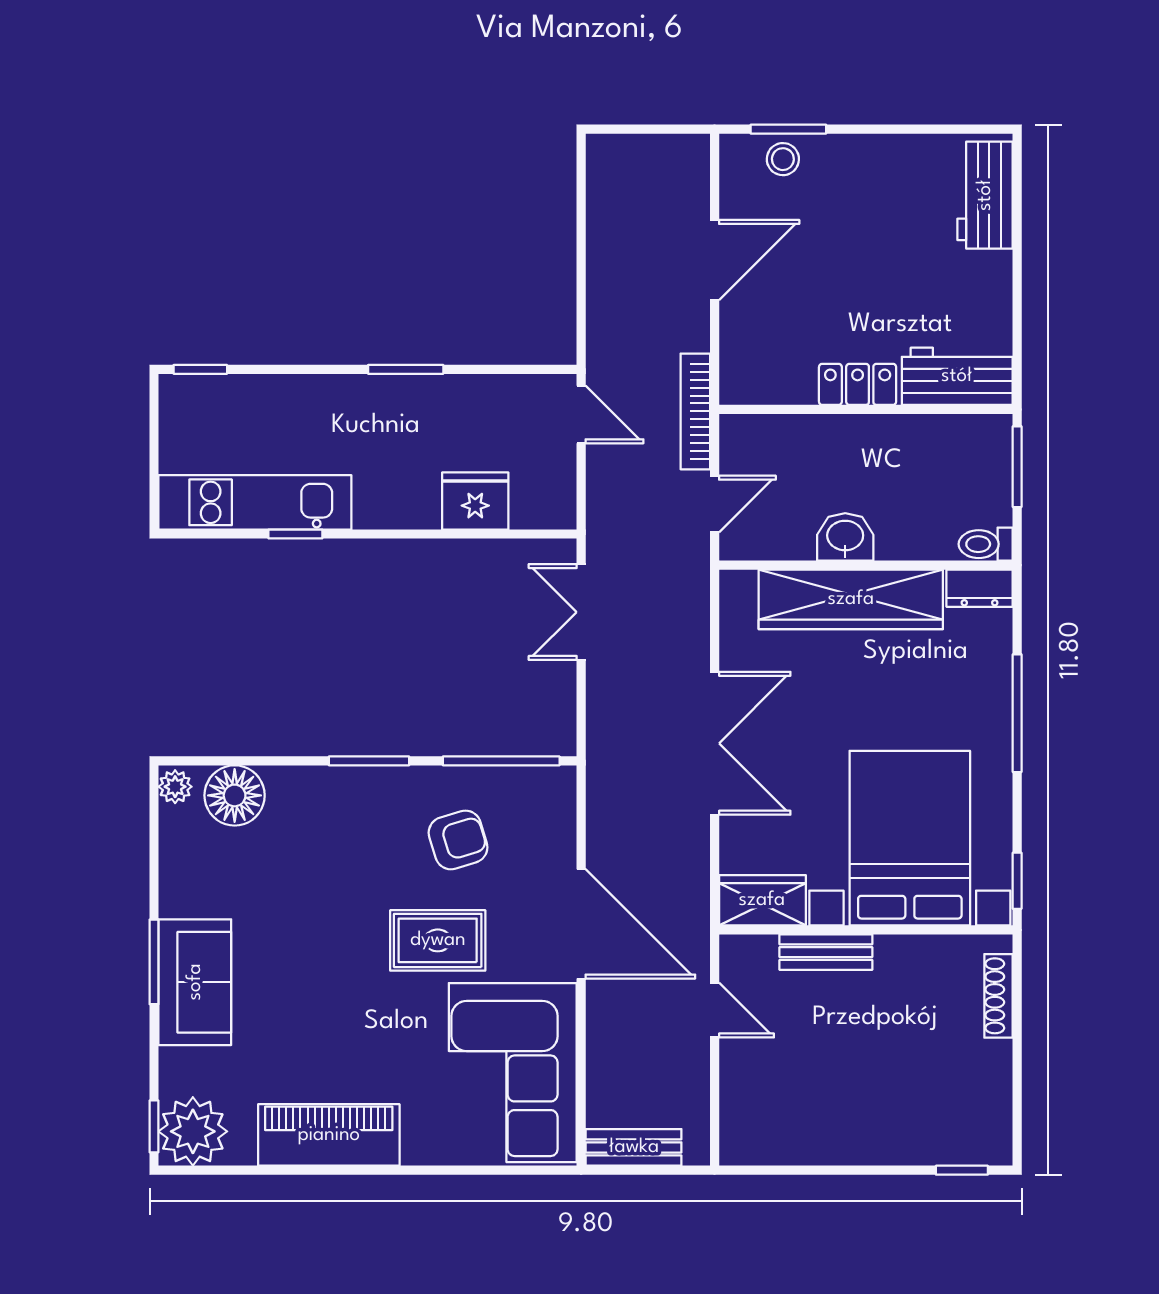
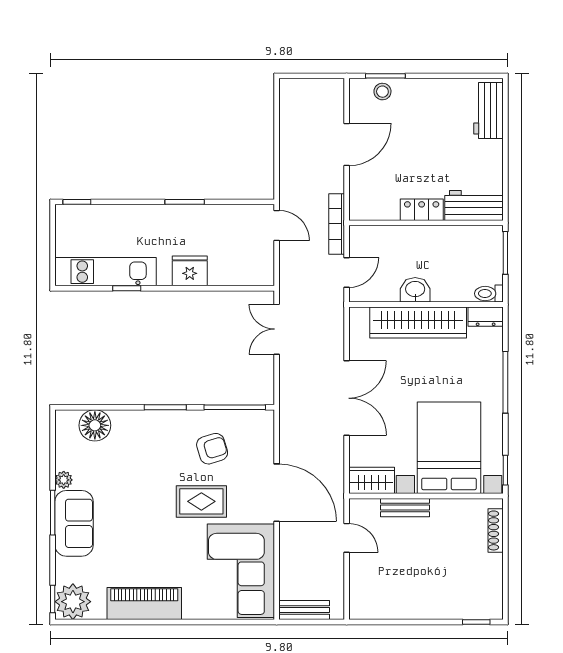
fridge: (475, 501) -> (190, 271), moved
plant: (175, 787) -> (64, 480), moved

